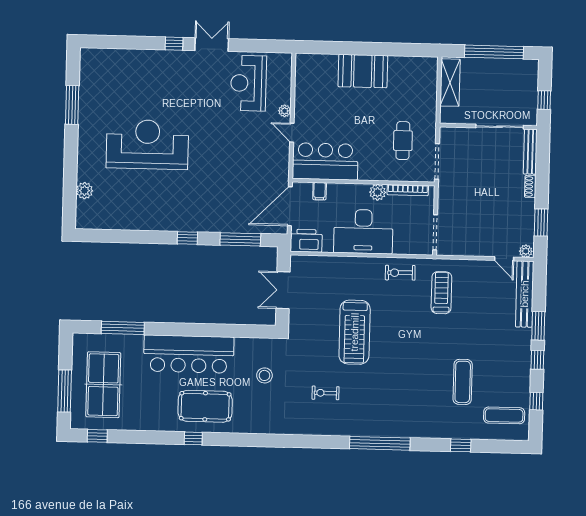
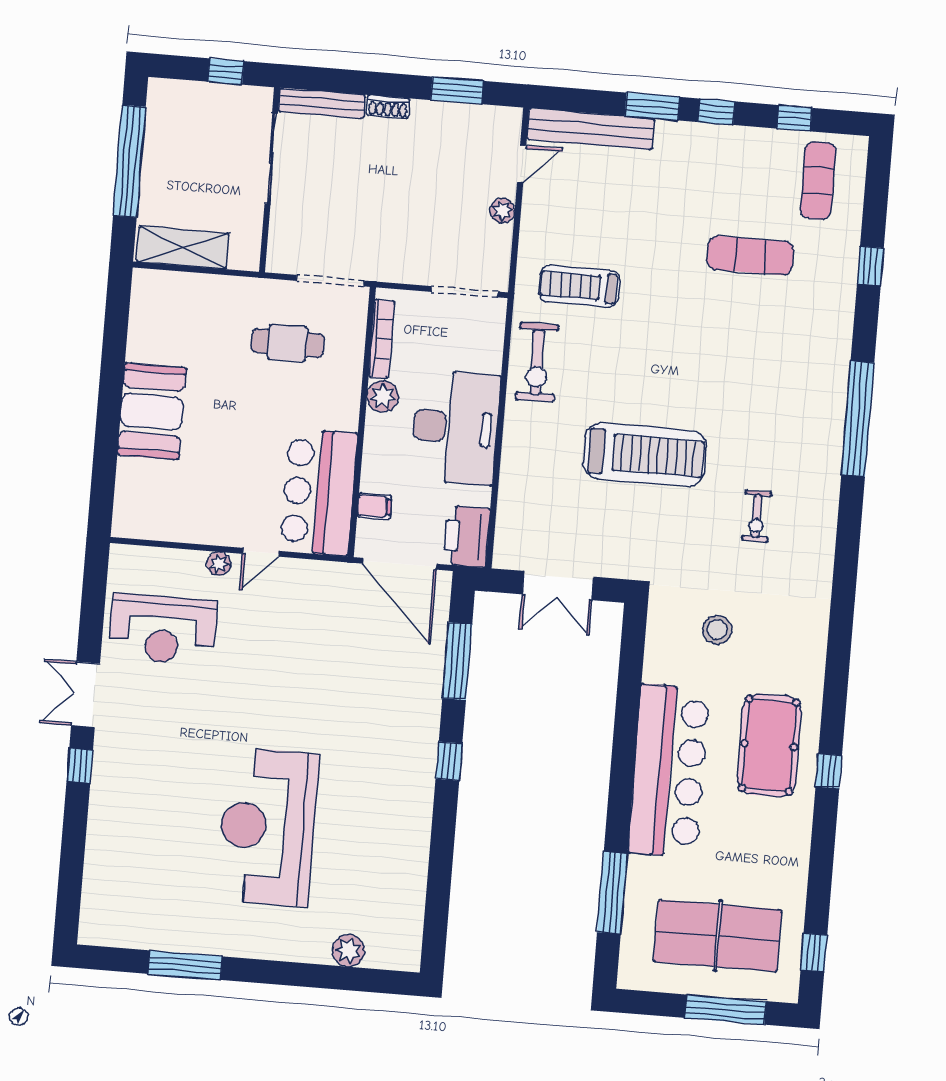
plant: (526, 251) -> (502, 211), moved
exercise bike: (400, 273) -> (537, 362), width x1.38, depth x1.39

